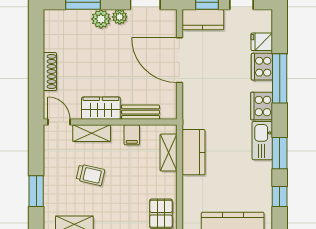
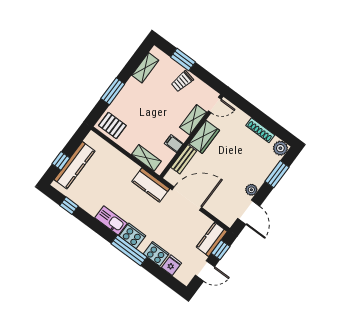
plant: (101, 19) -> (280, 148), moved
door: (179, 60) -> (187, 199), moved
shoe rack: (50, 71) -> (260, 130), moved
window: (280, 78) -> (129, 250), moved
kitchen counter: (194, 152) -> (151, 185), moved
window: (280, 153) -> (95, 225), removed
trolley: (90, 175) -> (182, 81), moved

